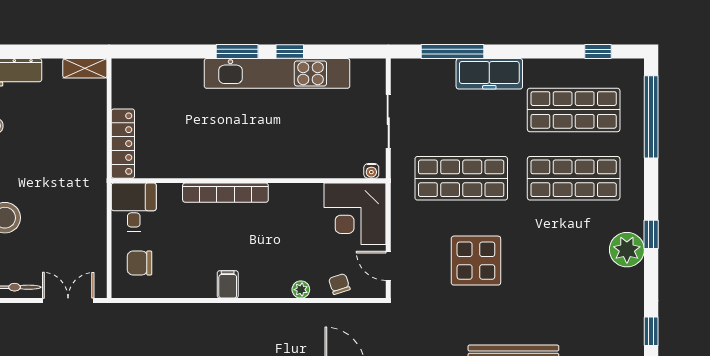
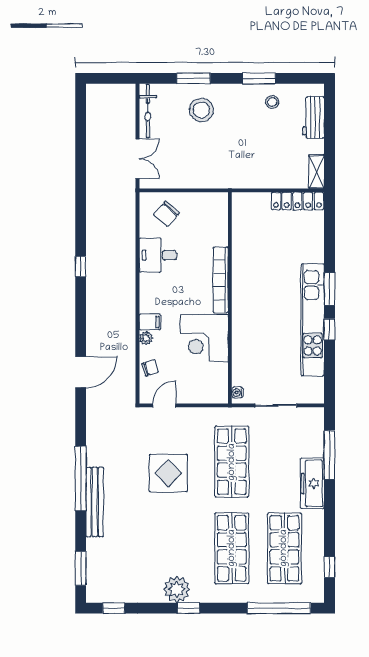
locker: (123, 144) -> (297, 201), moved
desk: (134, 207) -> (158, 255), moved, turned 180
corner desk: (355, 214) -> (204, 338), moved, turned -90
chair: (140, 263) -> (166, 214), turned -139
filing cabinet: (228, 284) -> (150, 322), moved

